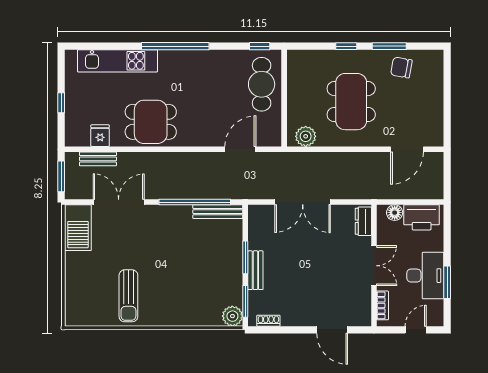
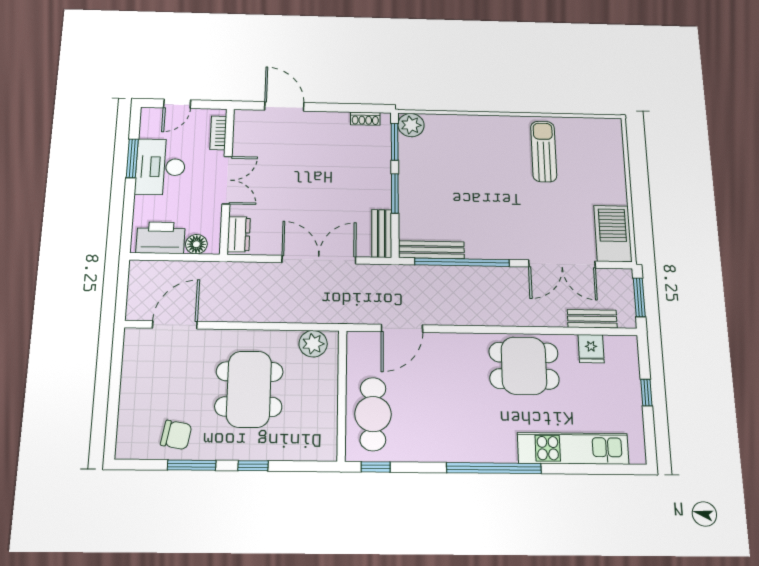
double door: (374, 266) -> (227, 180), swing flipped
bench: (255, 270) -> (382, 233), moved

